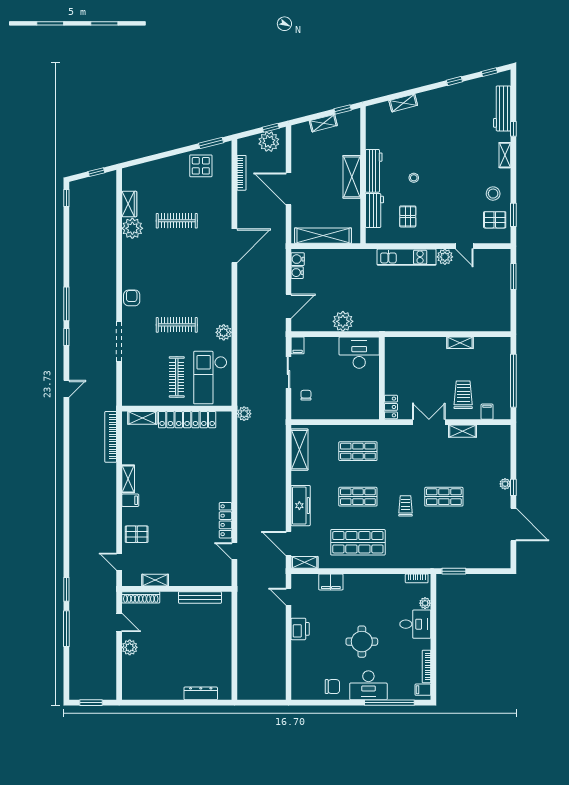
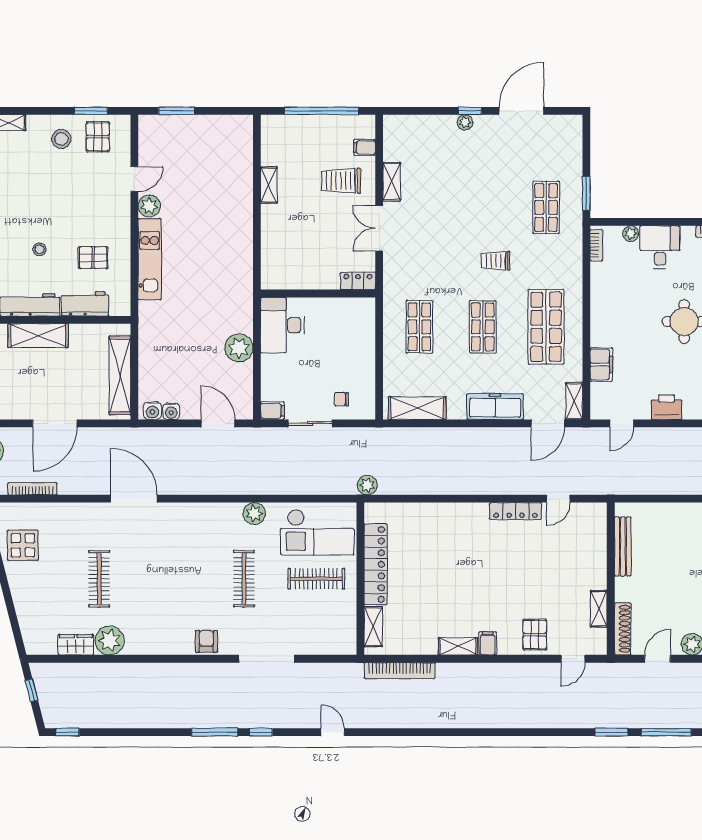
armchair: (132, 298) -> (206, 641), turned 90
shop shelf: (444, 497) -> (546, 207), moved

